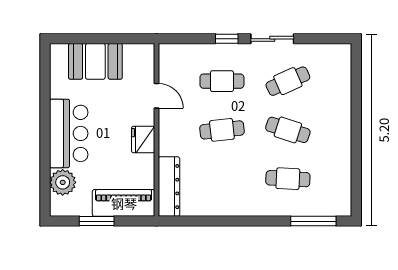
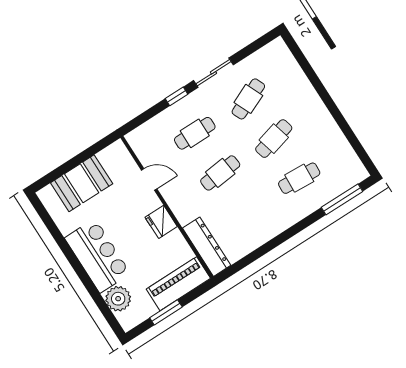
cafe table: (288, 130) -> (274, 139), turned -33

